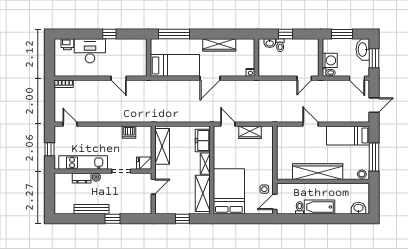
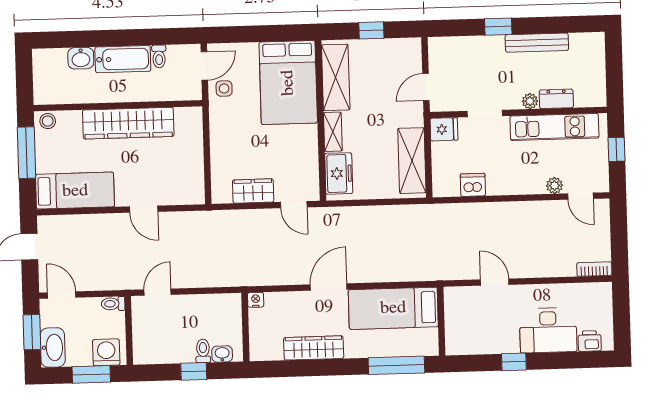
washing machine: (330, 60) -> (106, 352), moved, turned 90
plant: (84, 130) -> (555, 186), added
washbasin: (359, 208) -> (81, 58), moved

